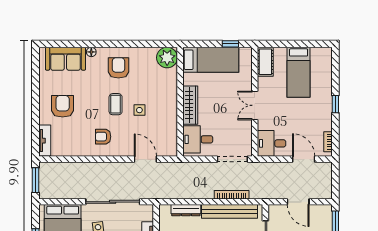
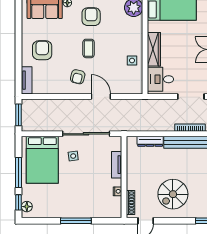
side table: (139, 110) -> (132, 60), moved
armchair: (103, 137) -> (78, 77), turned -76
door: (145, 159) -> (101, 97), moved

